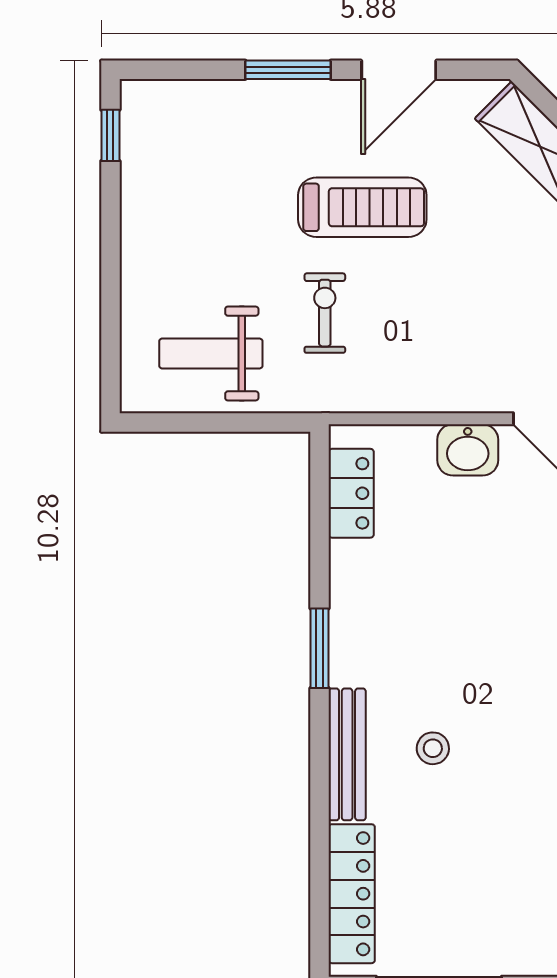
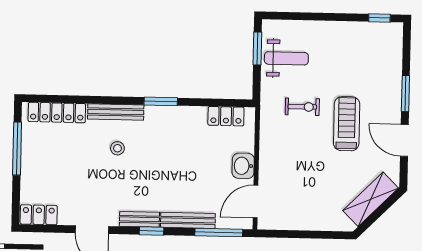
treadmill: (362, 207) -> (347, 124), turned 180
weight bench: (211, 354) -> (286, 58), turned 90
window: (189, 422) -> (257, 49), added

